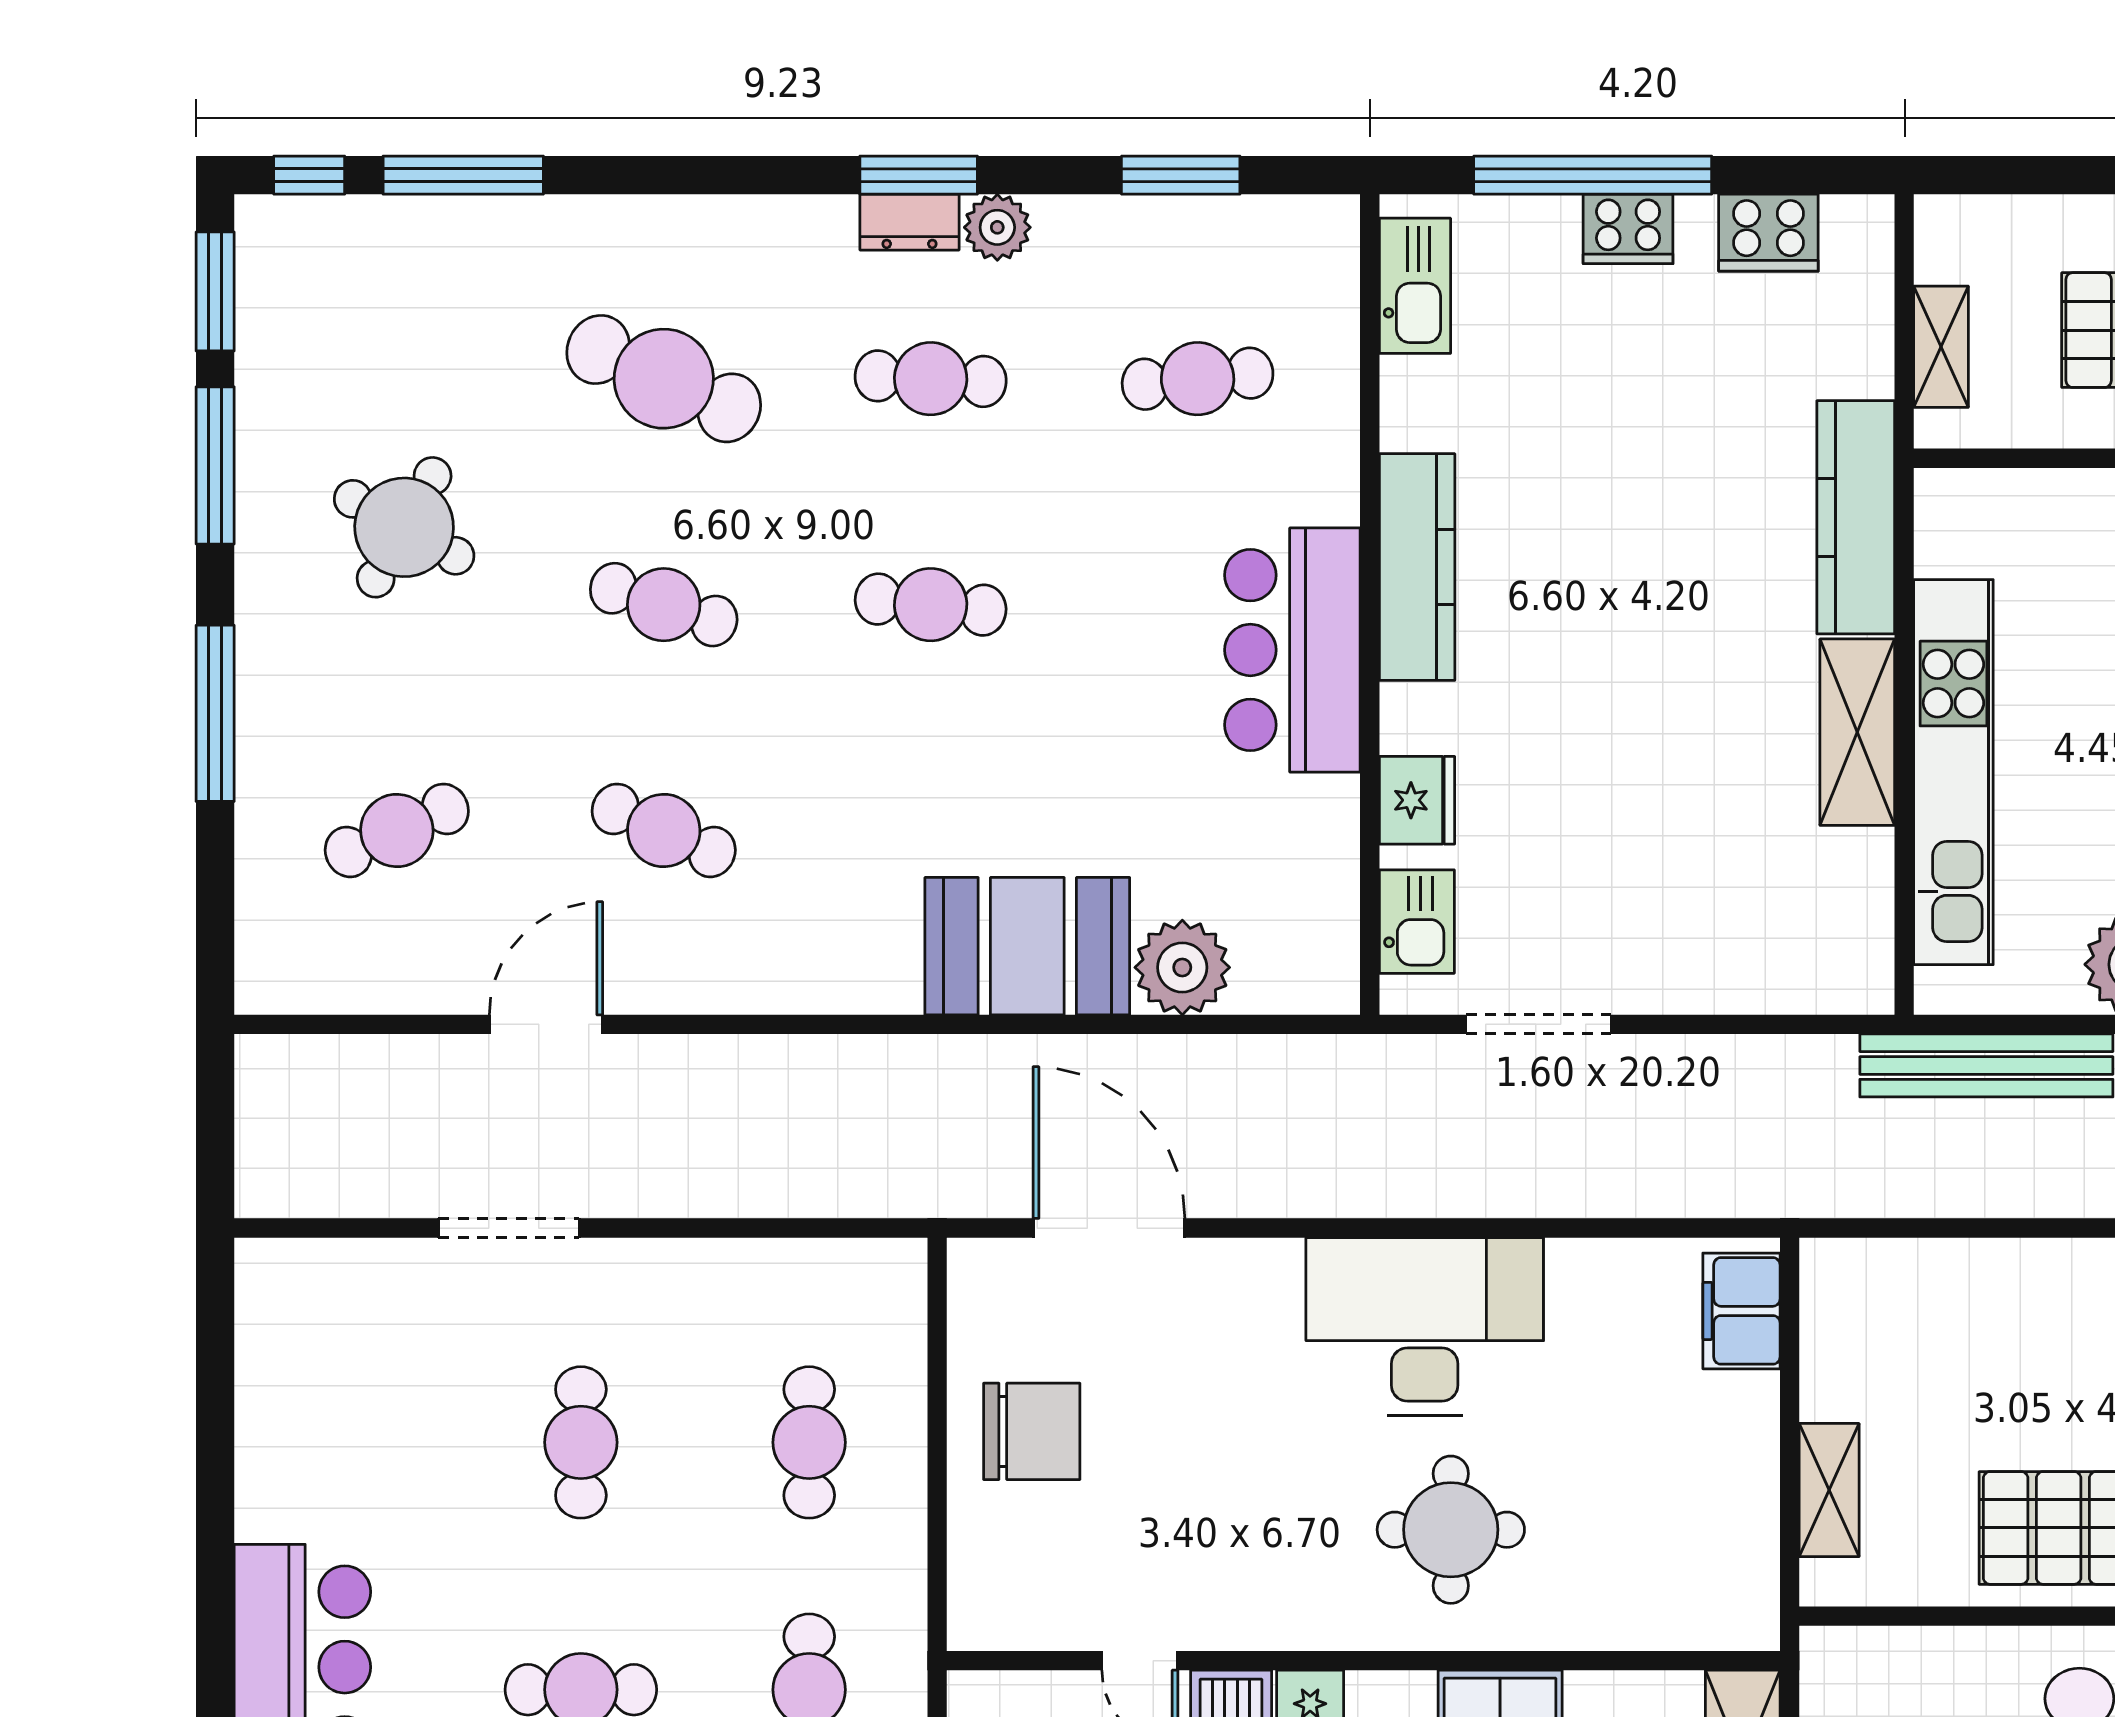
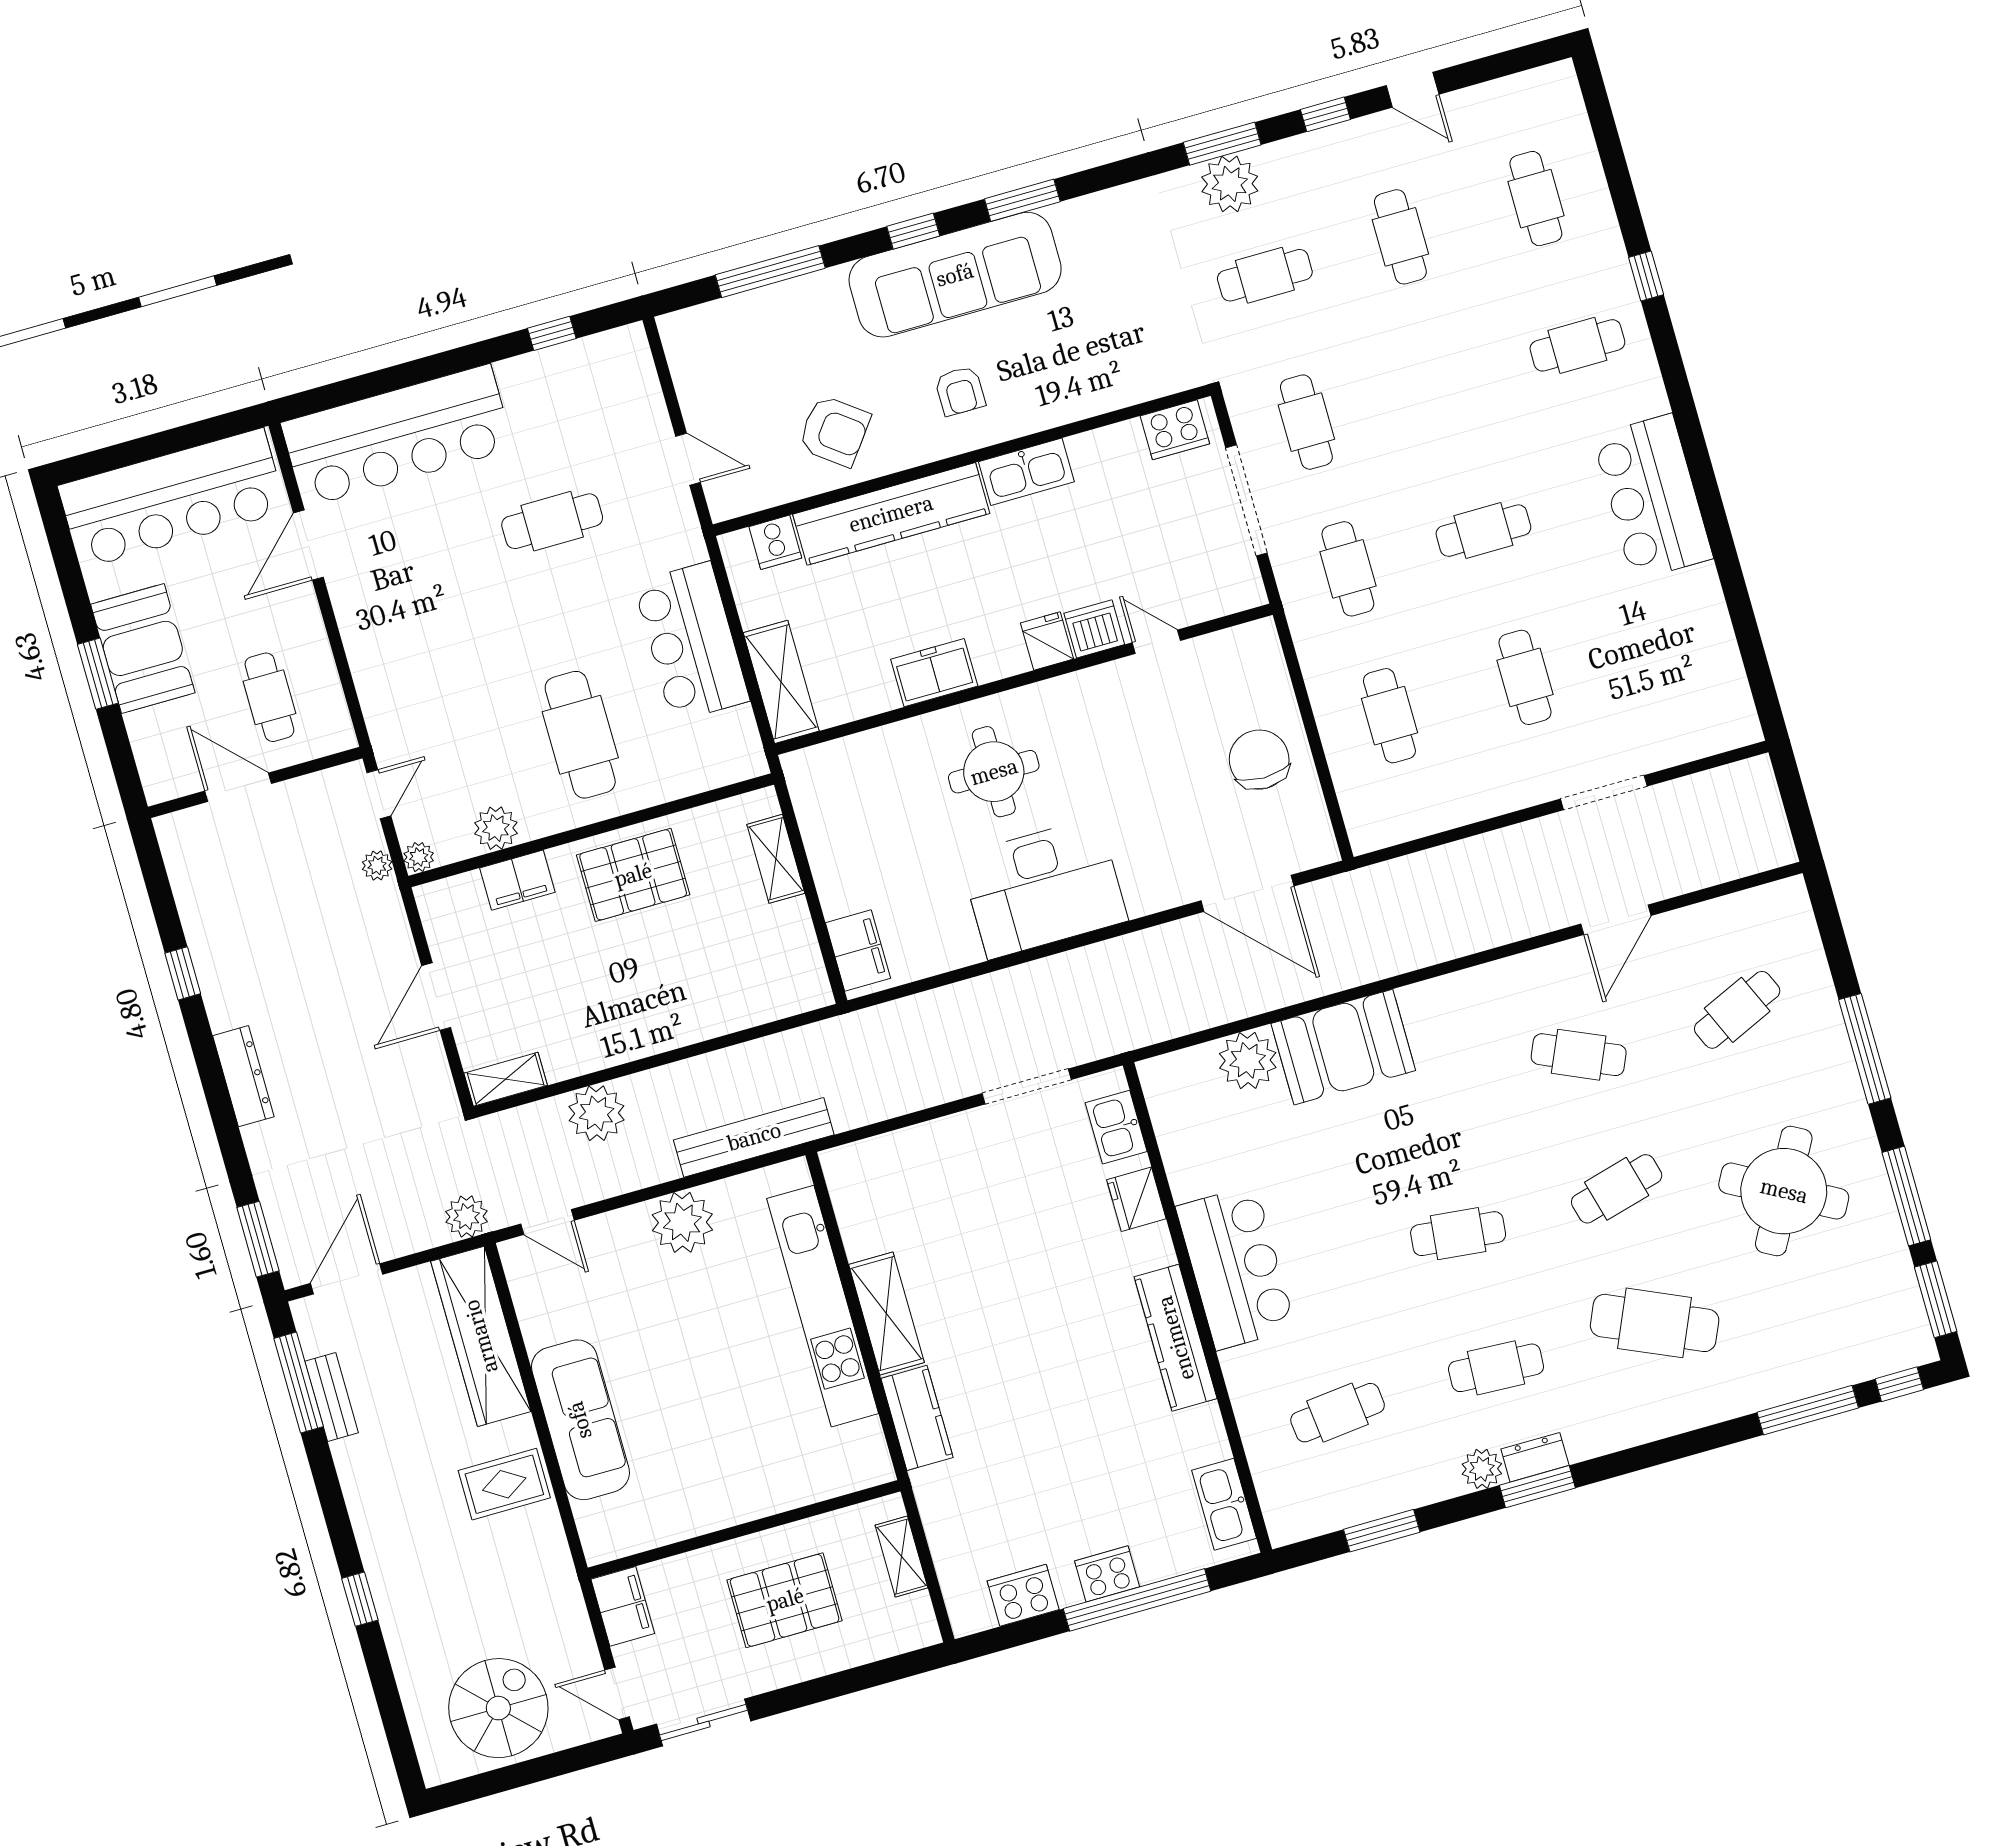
kitchen counter: (1856, 517) -> (917, 1418), width x0.67
round table: (404, 527) -> (1784, 1191), width x1.36, depth x1.36
cafe table: (664, 605) -> (1617, 1189), turned -33
chair: (1032, 1431) -> (1259, 760), turned 90

